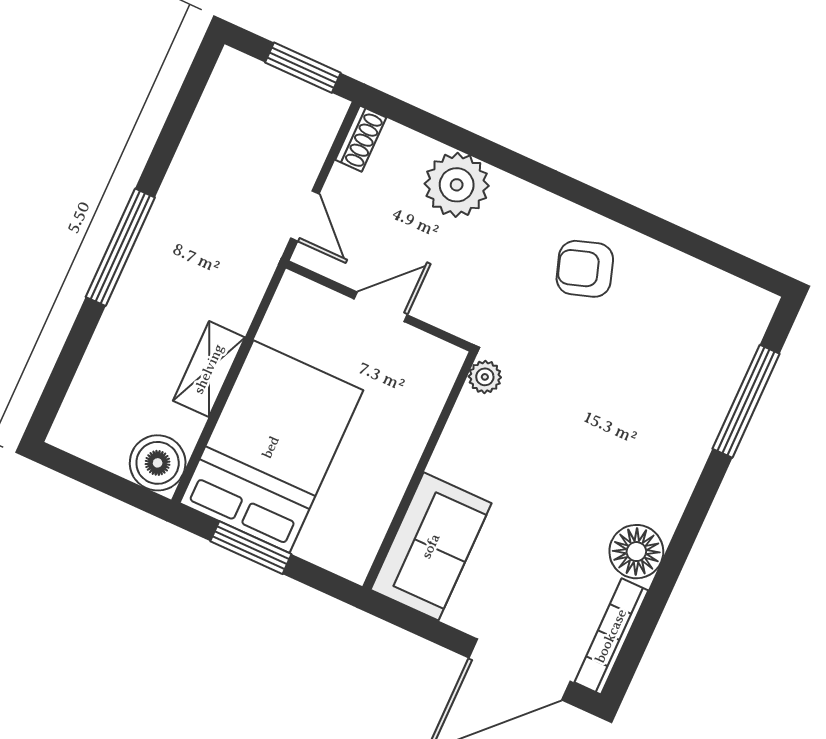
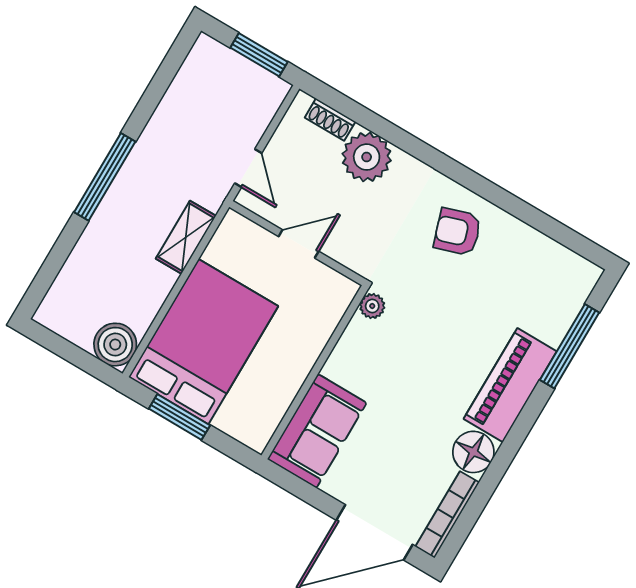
shoe rack: (361, 139) -> (330, 120), moved, turned 90
shelving: (209, 369) -> (186, 237), moved
piano: (675, 460) -> (510, 385), added

